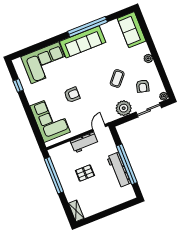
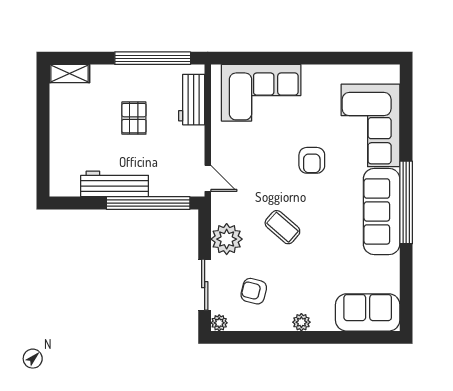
window: (87, 27) -> (406, 202), moved
coffee table: (117, 78) -> (282, 227), moved
window: (18, 86) -> (348, 58), removed
armchair: (72, 95) -> (312, 160), moved
workbench: (84, 142) -> (192, 100), moved
window: (127, 164) -> (148, 203), moved

